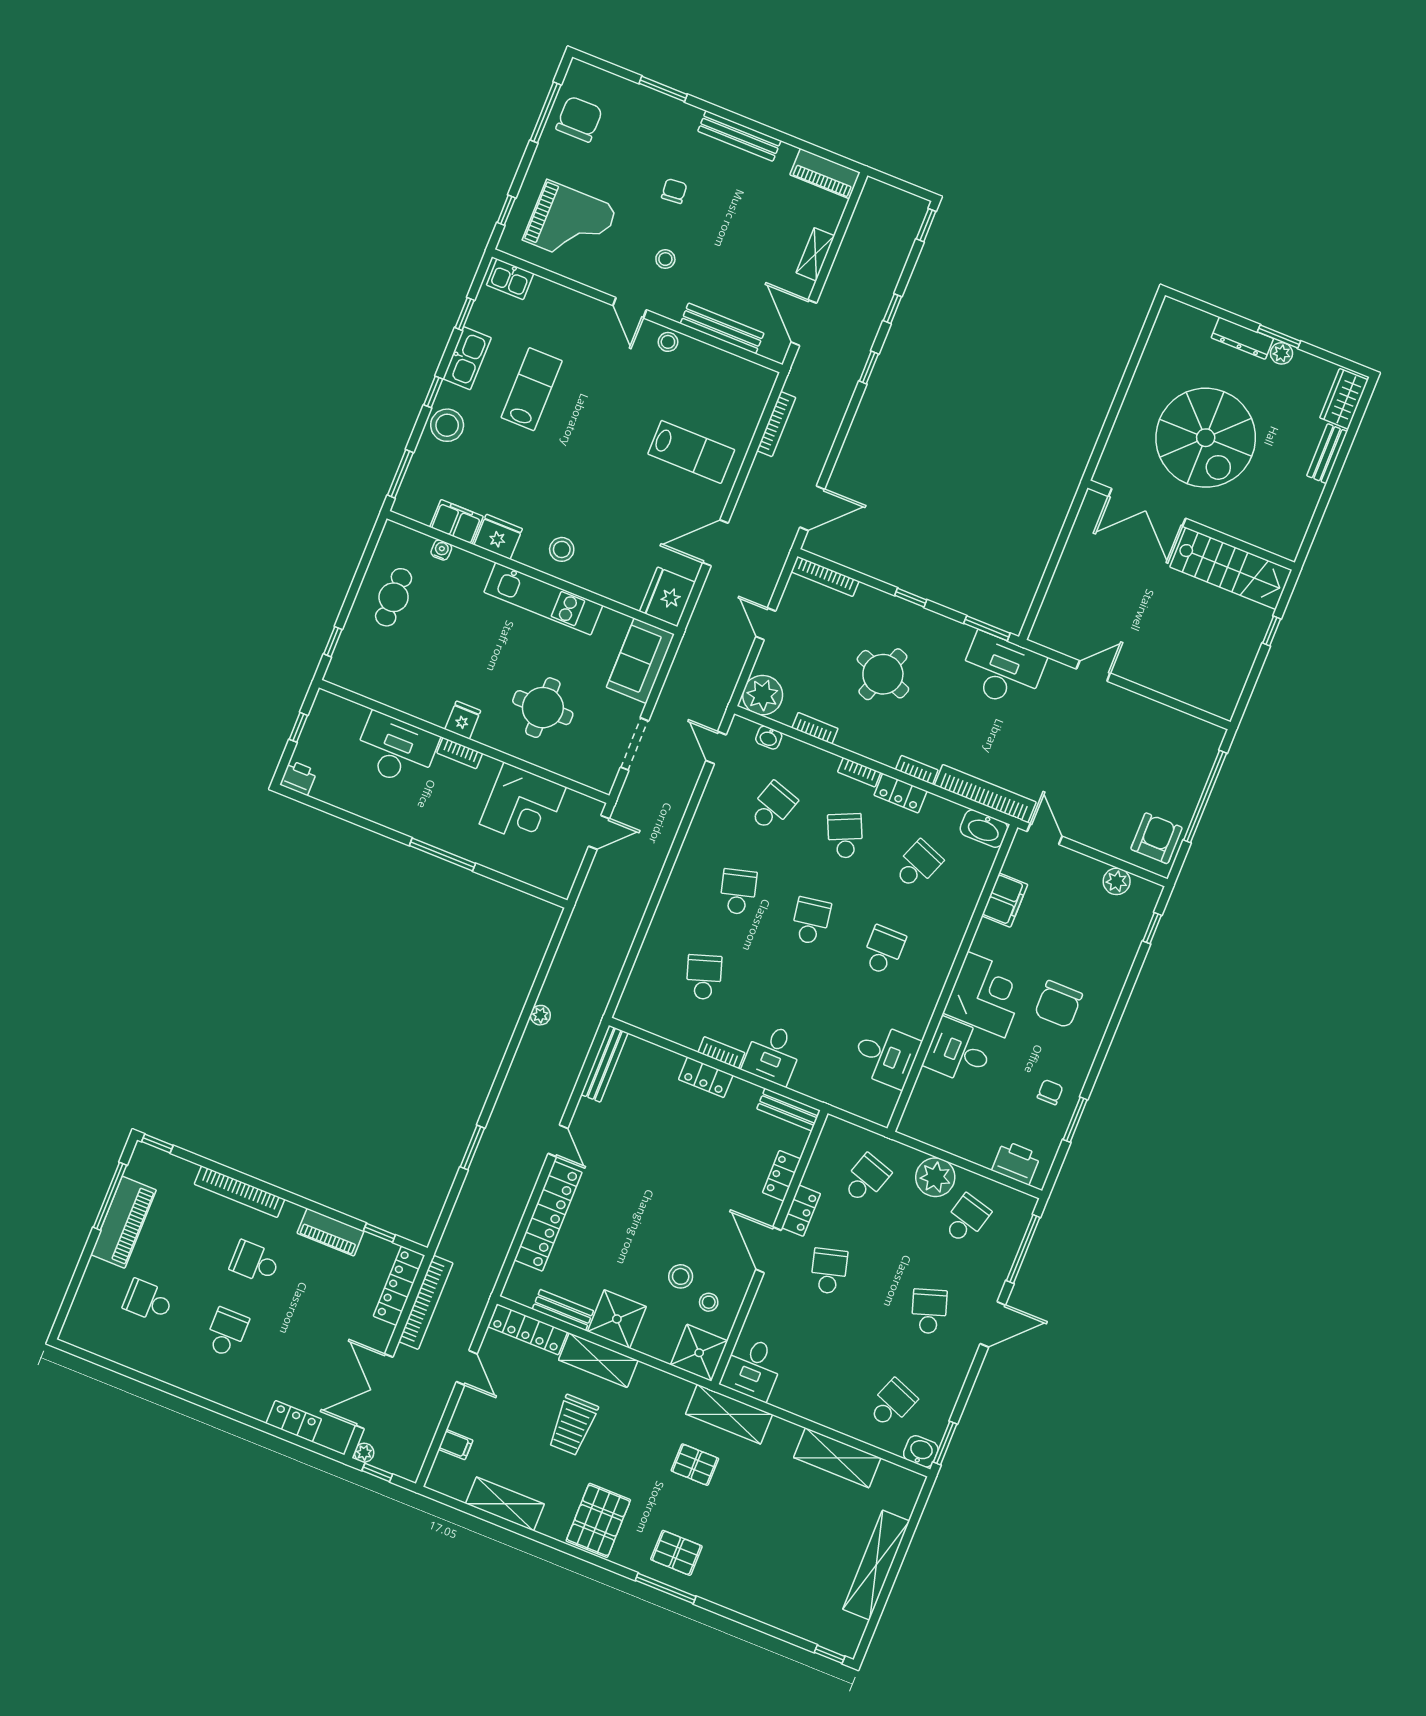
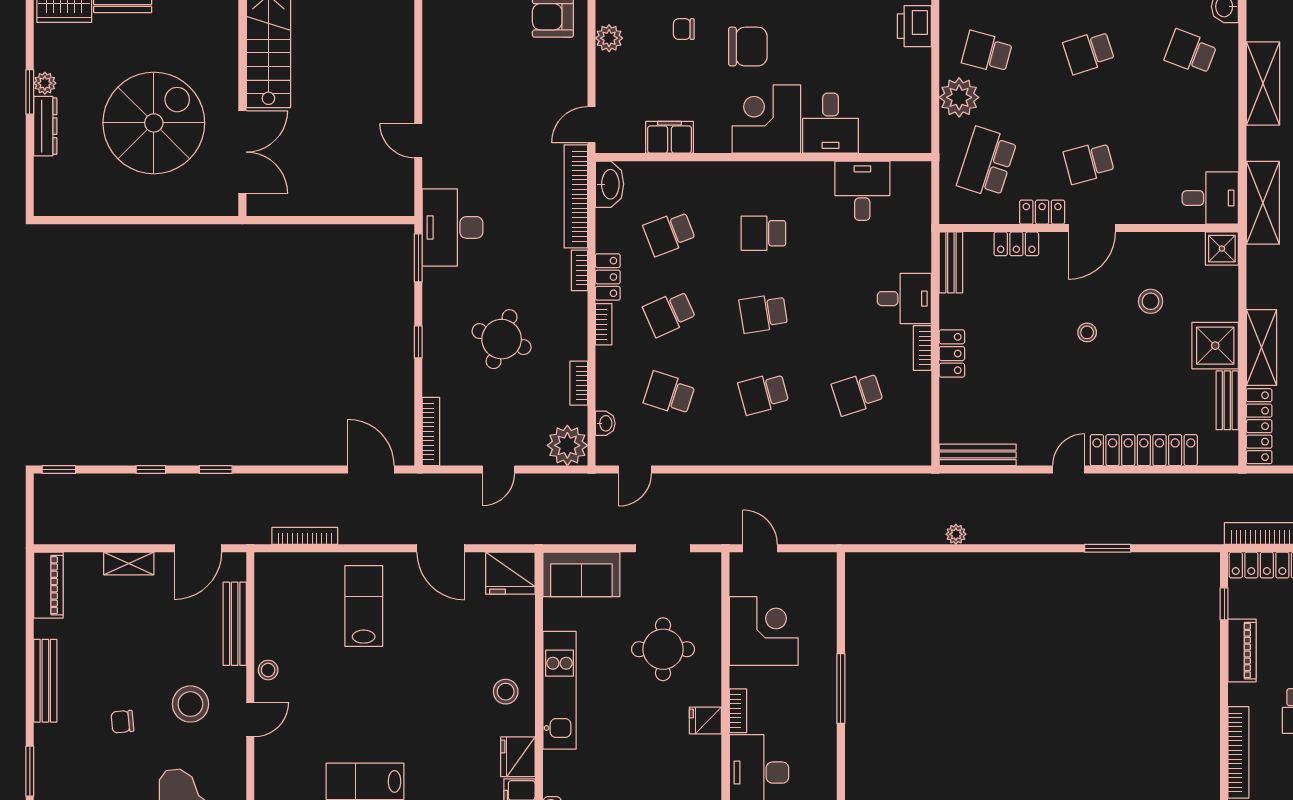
stool: (665, 259) -> (190, 704), width x1.89, depth x1.89
school desk: (918, 865) -> (669, 233), turned -42
chair: (1050, 1092) -> (684, 29), moved
school desk: (866, 1179) -> (987, 163), width x1.85
stool: (709, 1302) -> (1087, 332), moved
shower: (699, 1353) -> (1222, 249), width x0.73, depth x0.73

